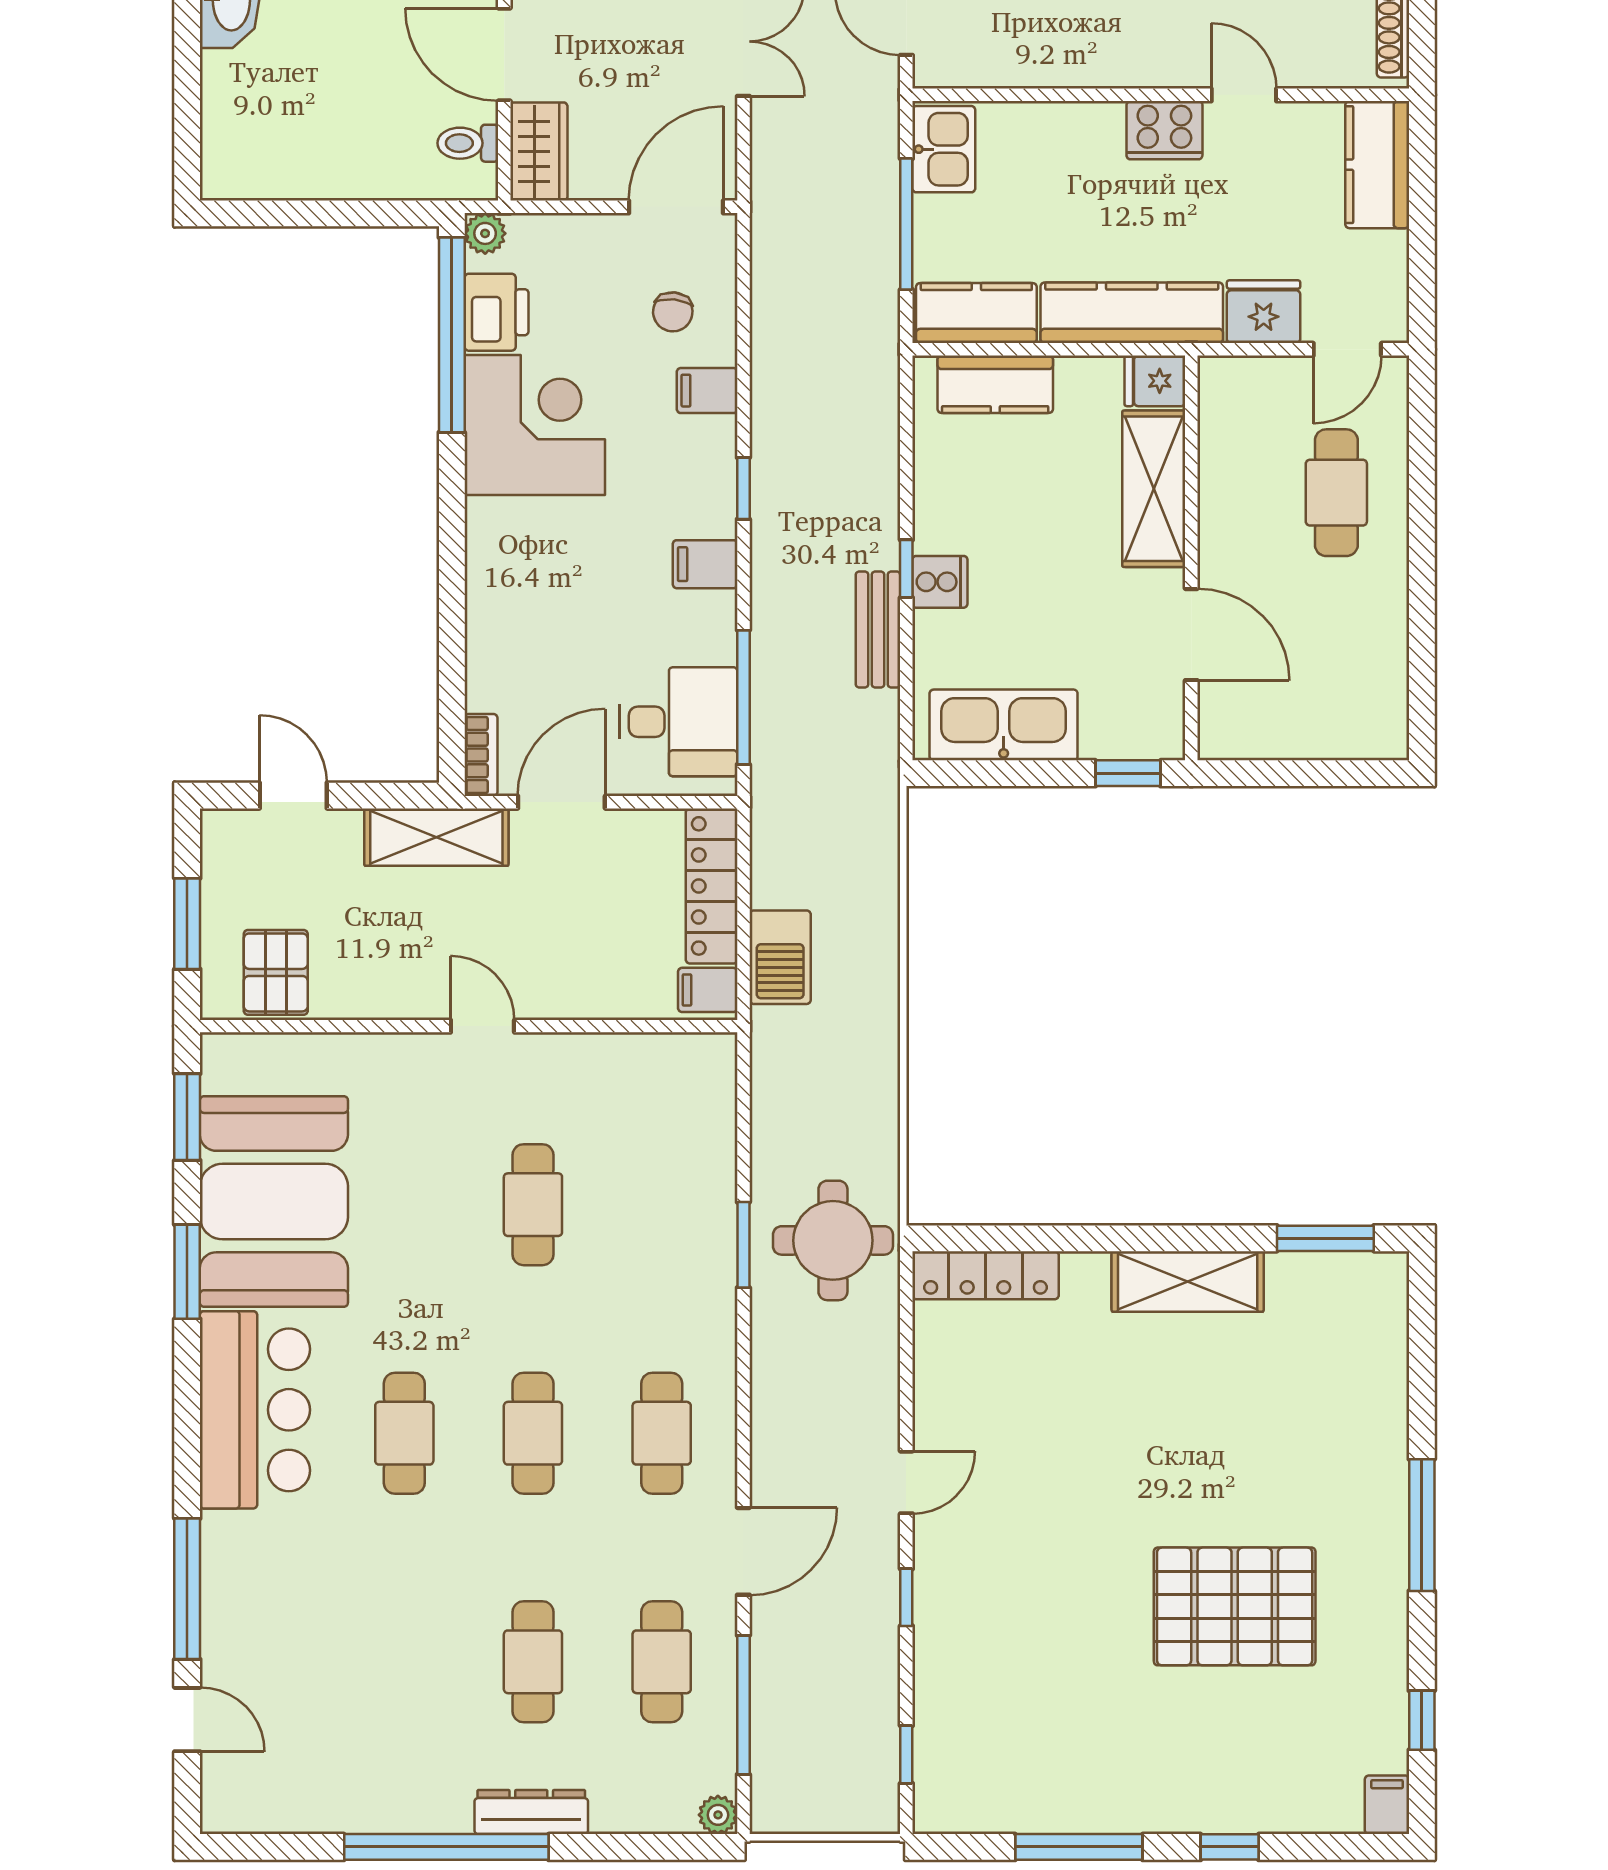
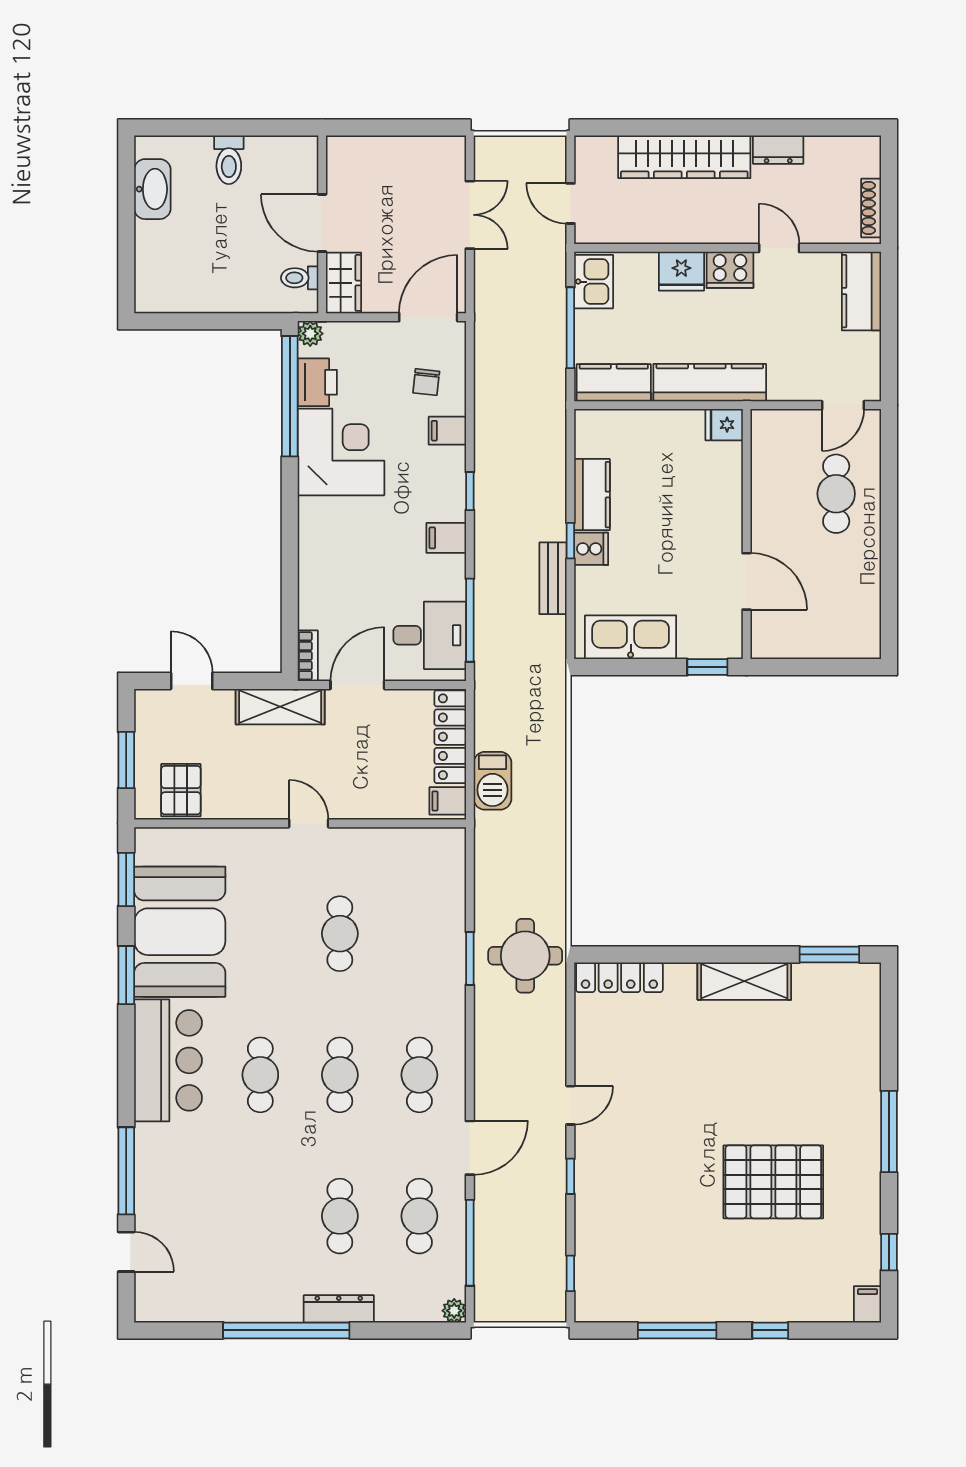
fridge: (1264, 312) -> (681, 271), moved, turned 180
kitchen counter: (995, 384) -> (592, 495), moved, turned -90
shelving: (1154, 489) -> (723, 491), removed

